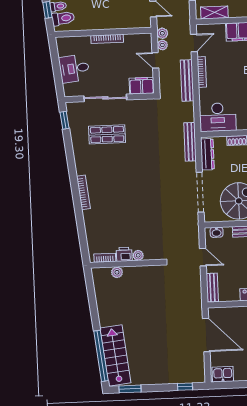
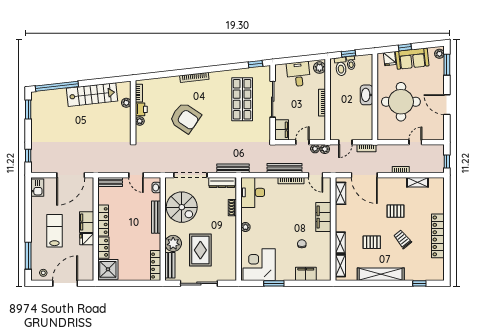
plant: (65, 44) -> (320, 68), added
shop shelf: (107, 134) -> (242, 99), width x1.43, depth x1.36
armchair: (132, 201) -> (185, 118), added
door: (203, 257) -> (136, 175), hinge flipped
stairs: (115, 355) -> (92, 95), moved

